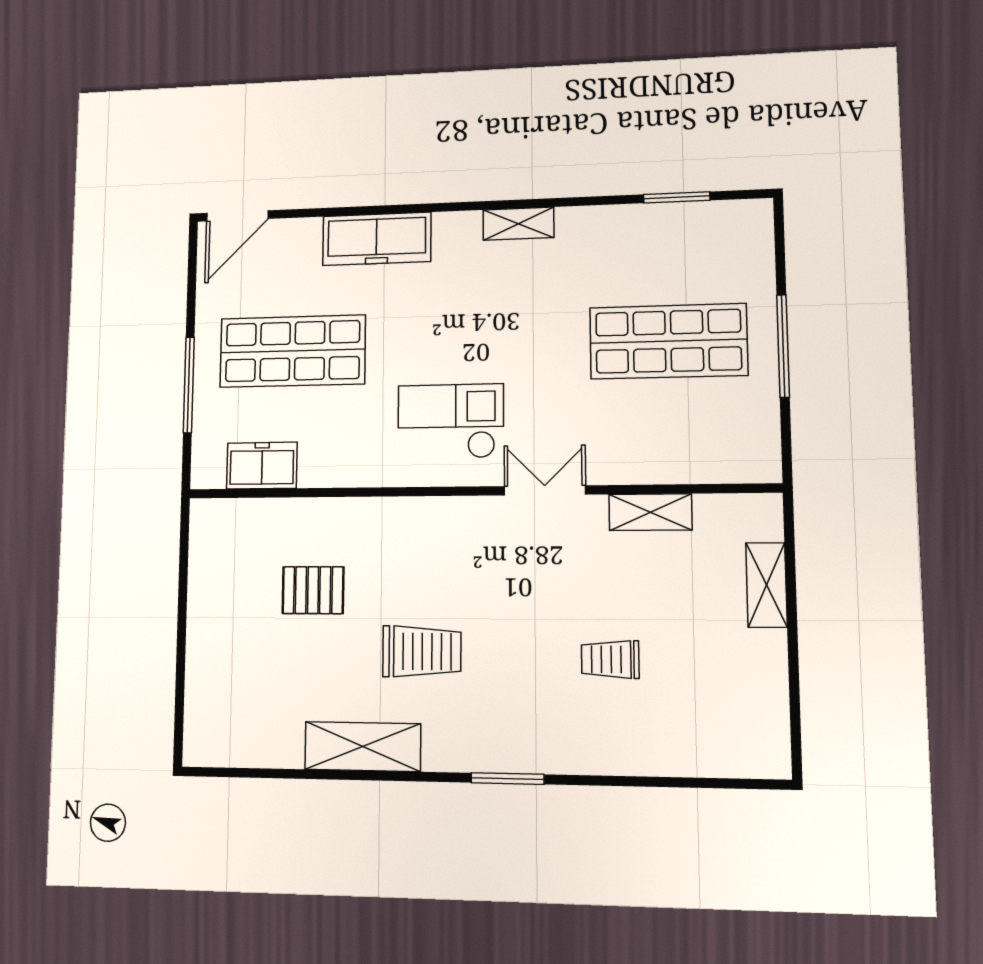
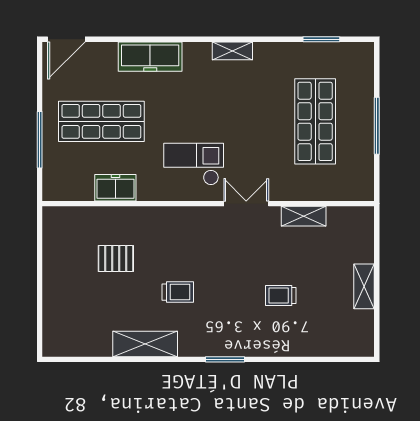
shop shelf: (668, 341) -> (315, 121), turned 90
freezer: (262, 466) -> (115, 188), moved
shelving: (766, 585) -> (364, 286), moved
trolley: (422, 651) -> (178, 292), width x0.73, depth x0.72

